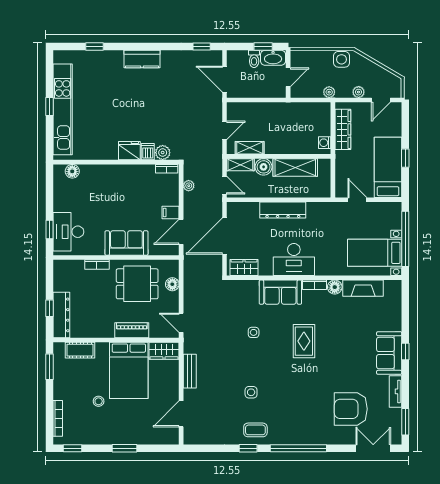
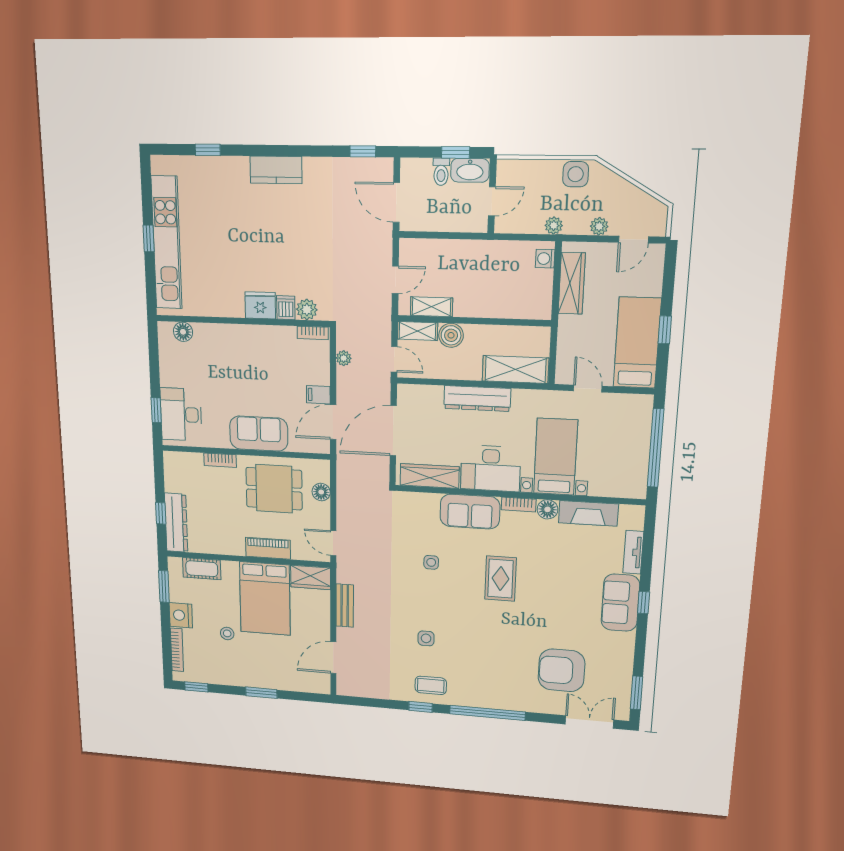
washing machine: (325, 143) -> (545, 259), moved
shelving: (295, 167) -> (515, 369), moved
bed with nightstands: (375, 253) -> (556, 457), moved, turned 90
wardrobe: (244, 268) -> (430, 476), width x1.50
nightstand: (62, 389) -> (181, 615), added
tv unit: (396, 391) -> (633, 552), moved

